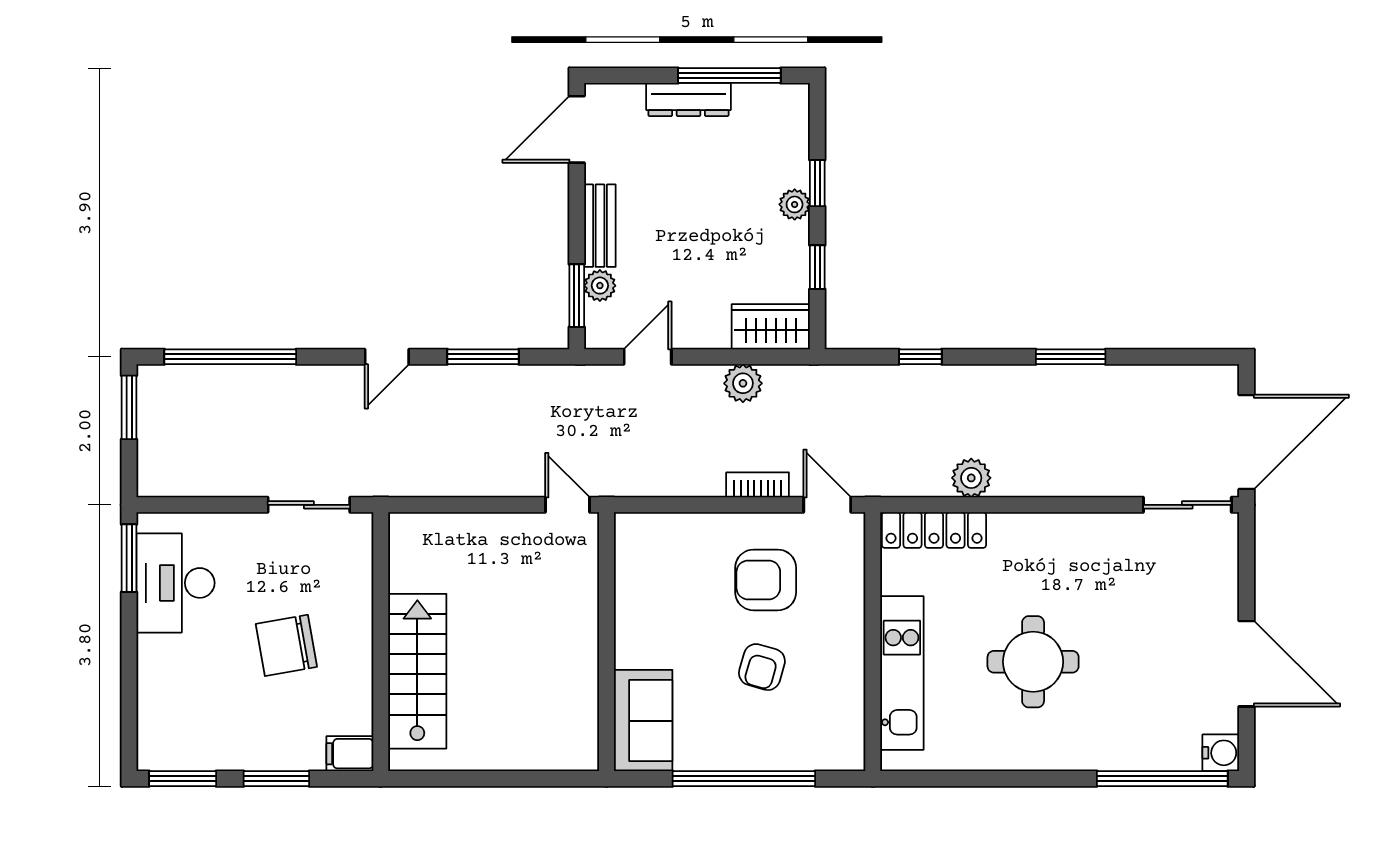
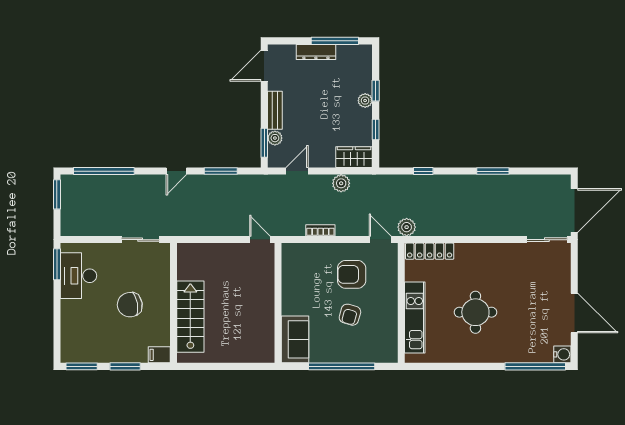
plant: (971, 478) -> (407, 227), moved
bookcase: (758, 485) -> (320, 230), moved

